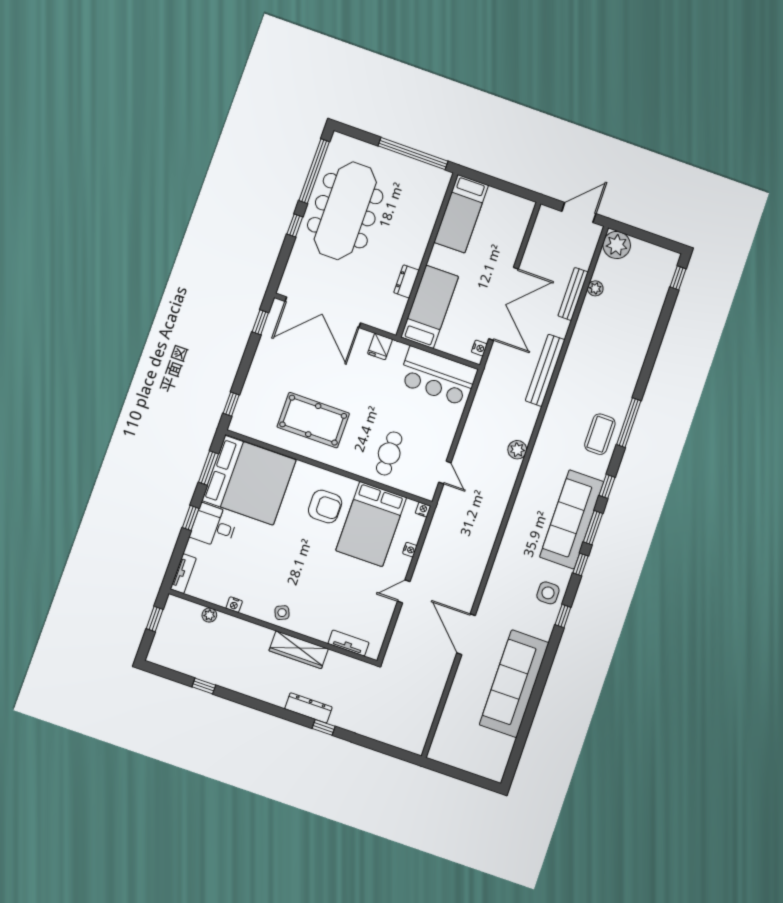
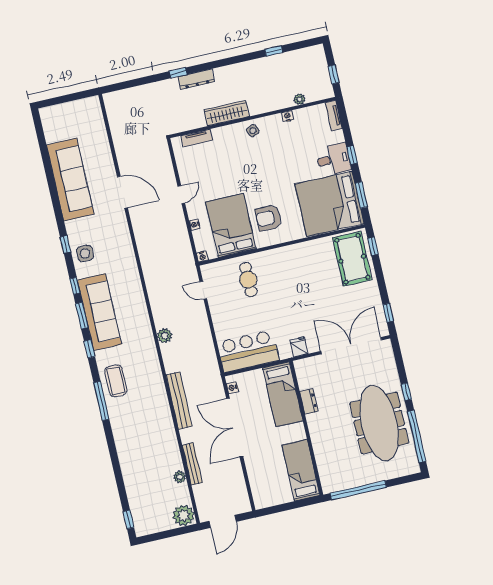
pool table: (313, 420) -> (352, 259), moved, turned 90

